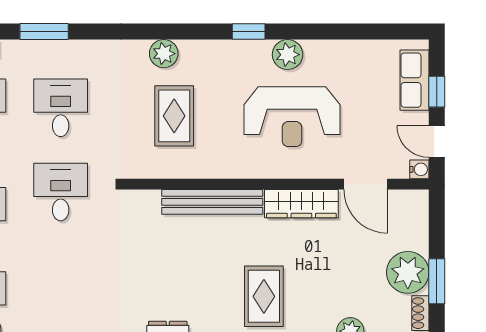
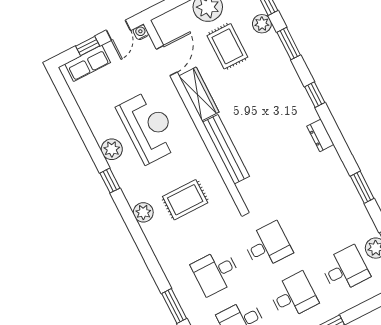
plant: (164, 54) -> (143, 212), moved
desk: (61, 192) -> (268, 245), turned 180
rug: (264, 296) -> (227, 46), moved, turned 90

